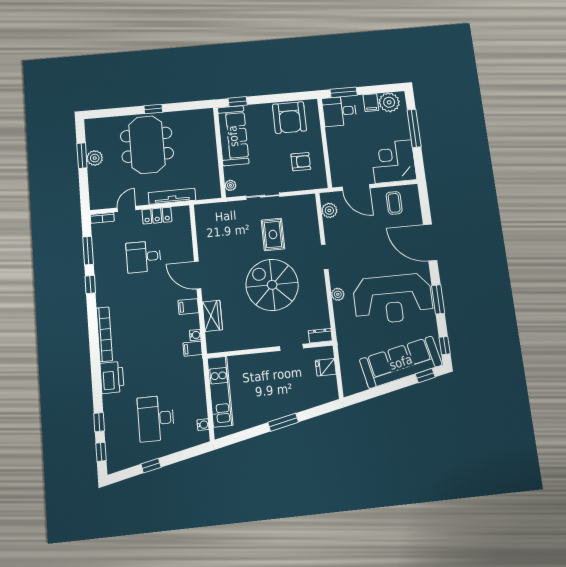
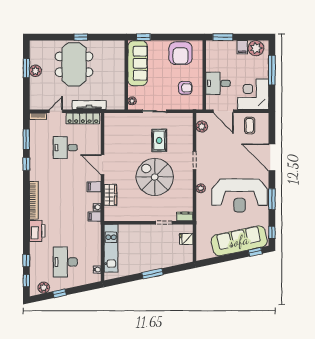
desk: (339, 111) -> (218, 83), moved
locker: (157, 216) -> (83, 118), width x1.53
plant: (127, 460) -> (44, 288), added

